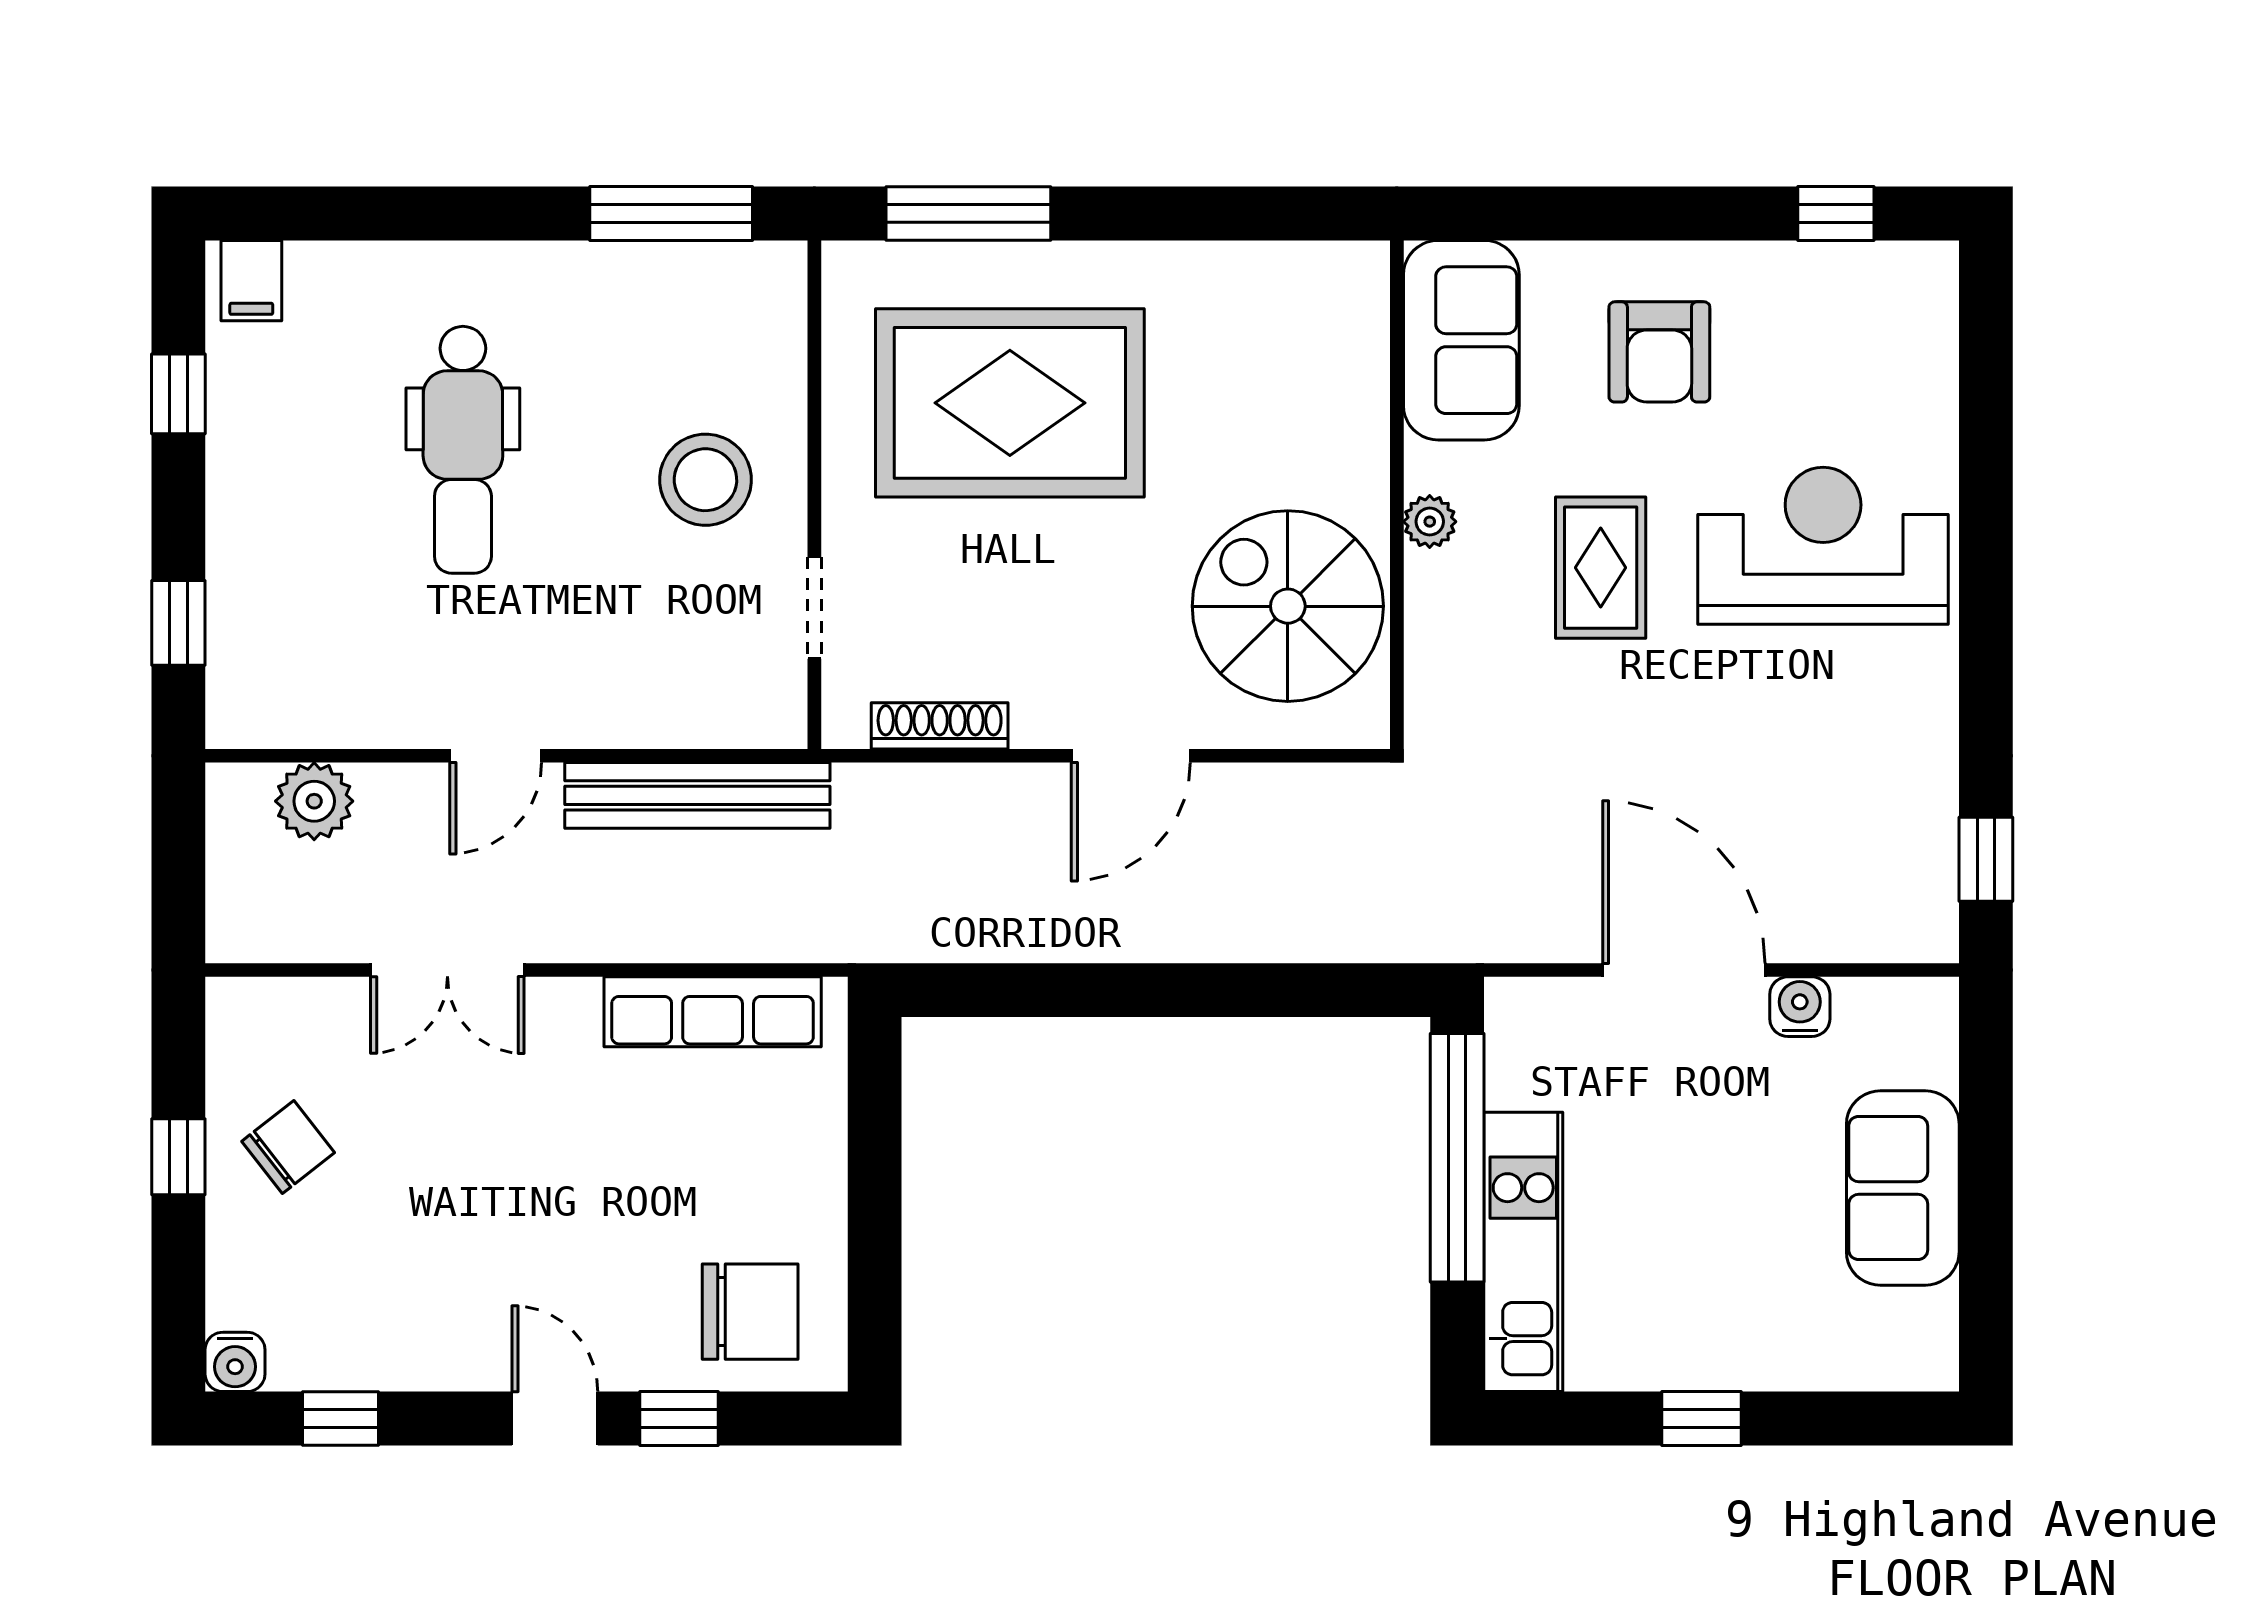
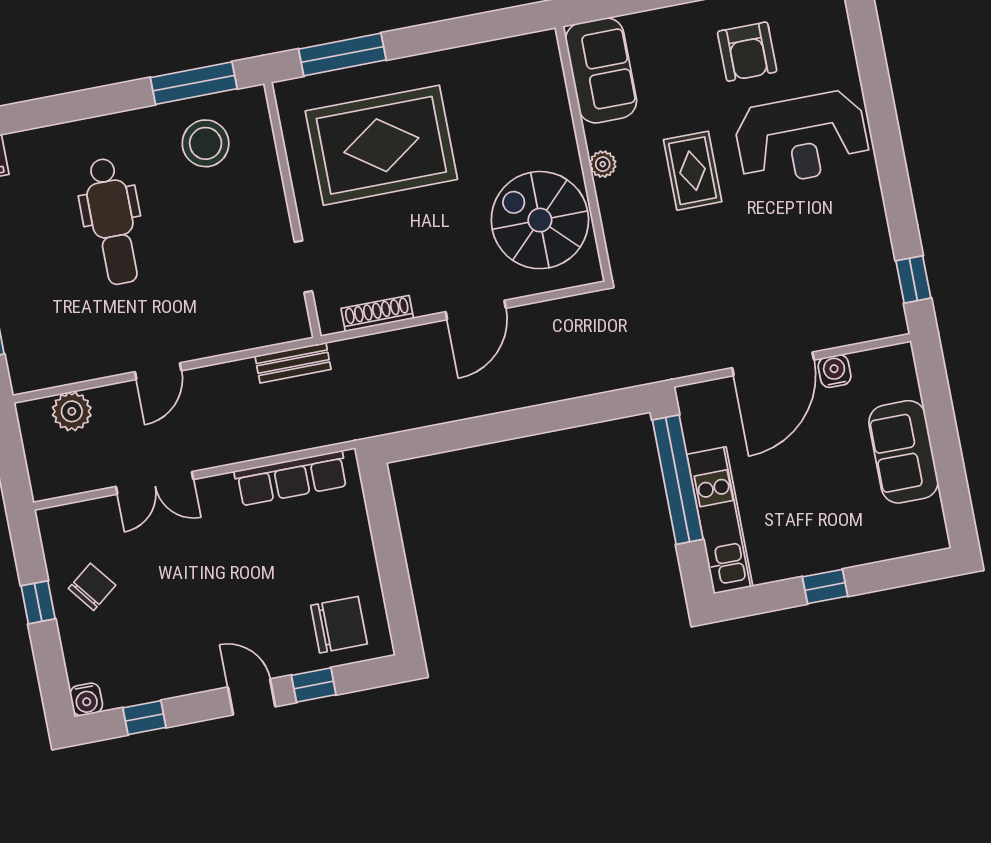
armchair: (1659, 352) -> (747, 52), moved
stool: (705, 480) -> (206, 143), moved
reception desk: (1823, 546) -> (802, 138), turned 180
bench: (697, 795) -> (293, 363), width x0.54, depth x0.82
door: (1684, 970) -> (773, 364), swing flipped

